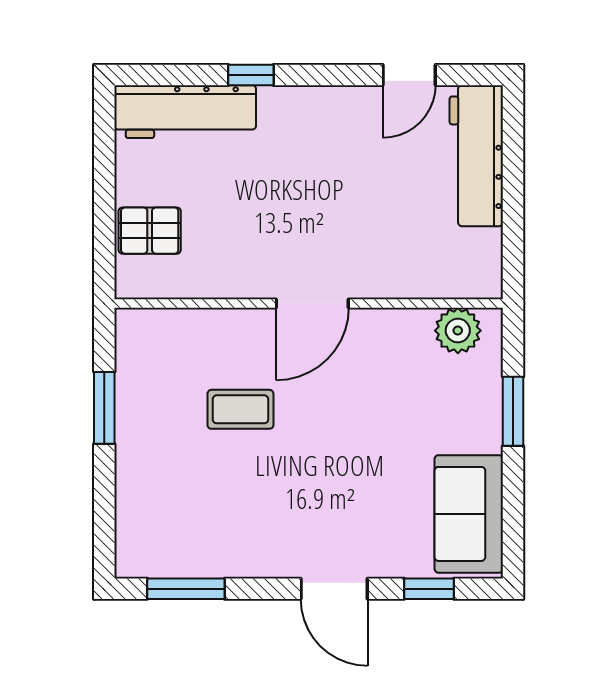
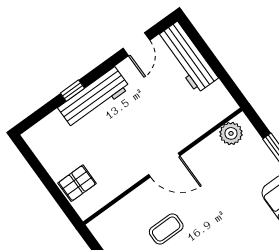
workbench: (185, 112) -> (94, 98), moved
door: (312, 303) -> (164, 165), hinge flipped

